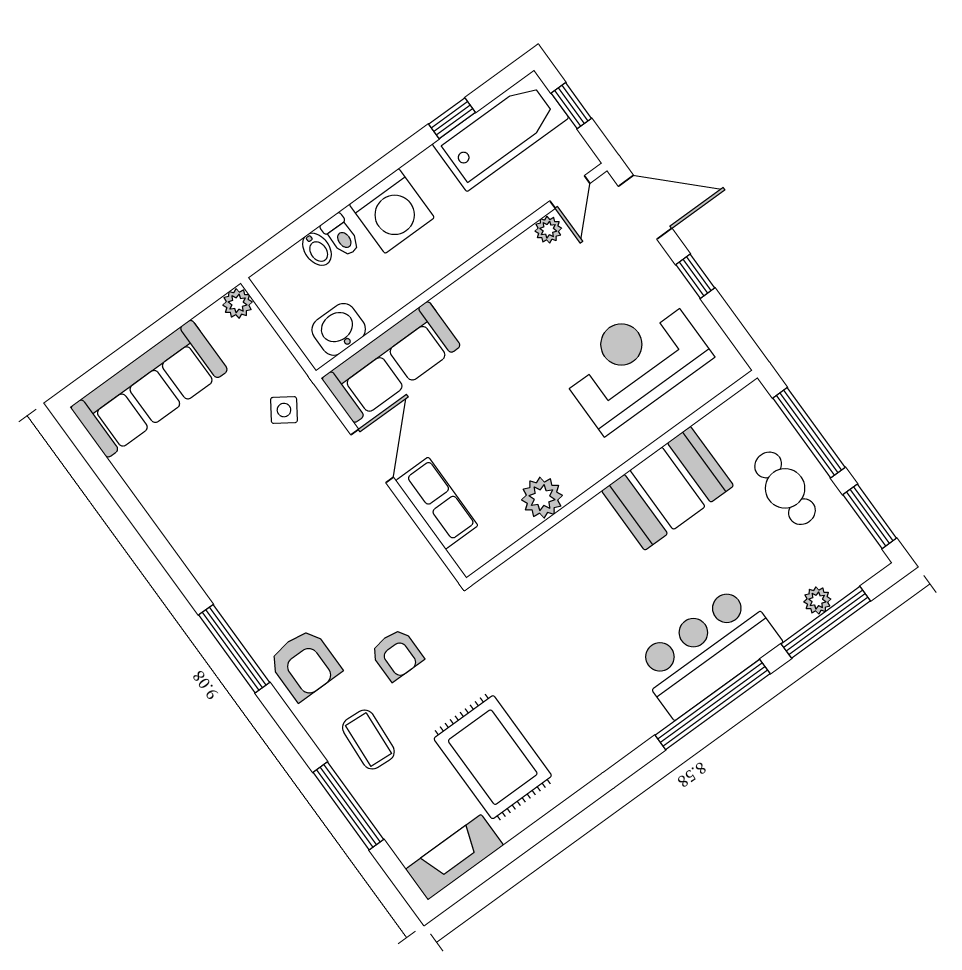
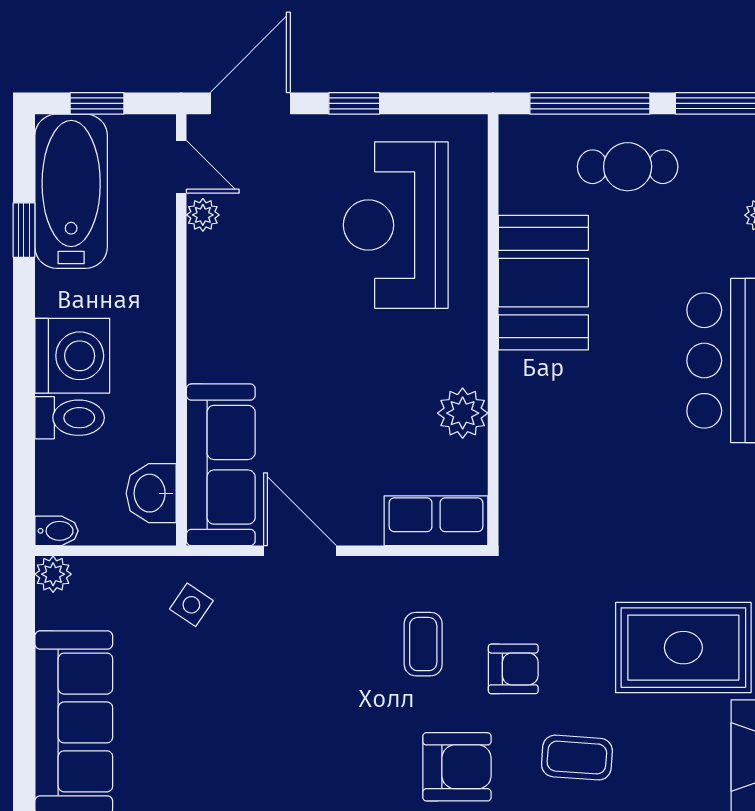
toilet: (341, 235) -> (70, 418), width x1.37, depth x1.39
bidet: (317, 249) -> (56, 531), moved
row of seats: (437, 503) -> (436, 521), moved
coffee table: (370, 583) -> (423, 644), added

